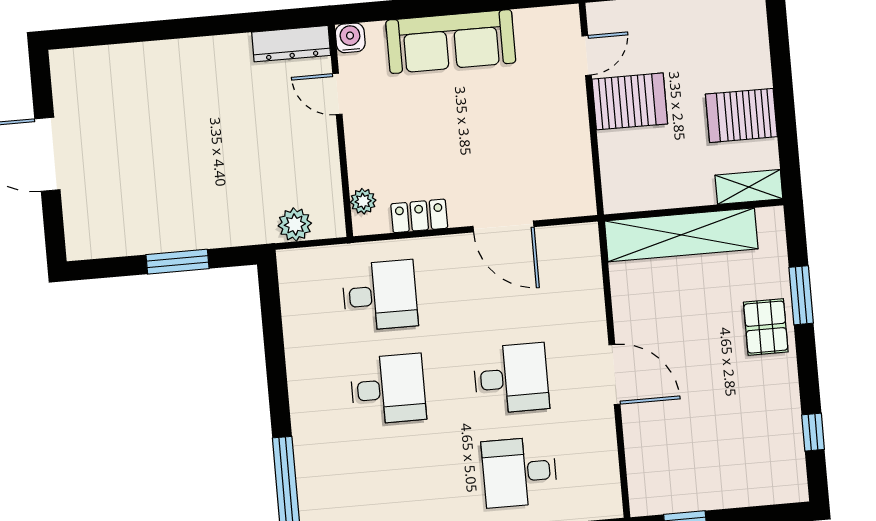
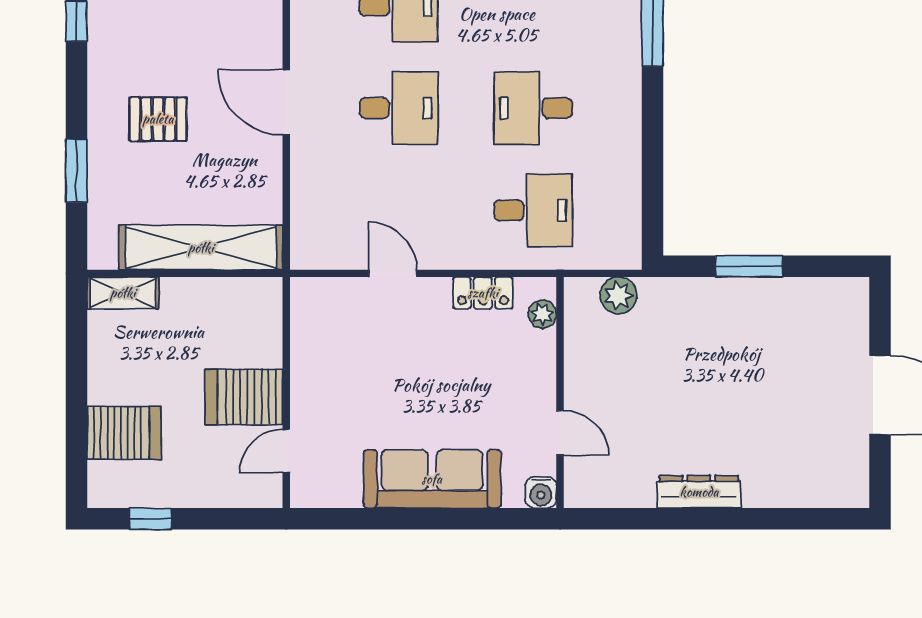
dresser: (291, 44) -> (699, 492), moved
server rack: (741, 115) -> (124, 433), moved
door: (504, 227) -> (393, 273), width x0.73
desk: (380, 295) -> (533, 210), turned 180
pallet: (766, 327) -> (158, 119), moved, turned 90
desk: (511, 378) -> (399, 108), turned 180

